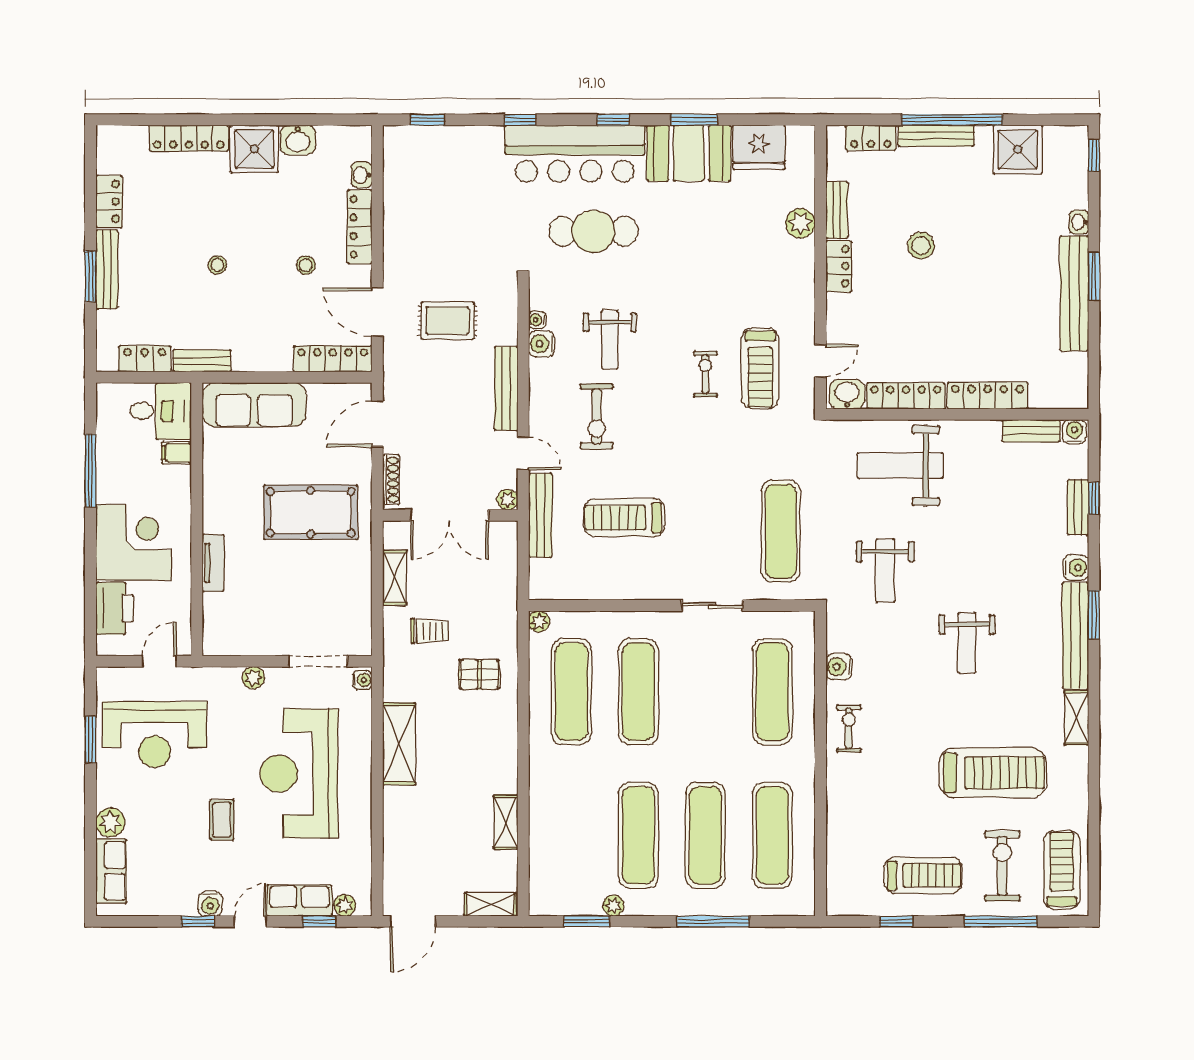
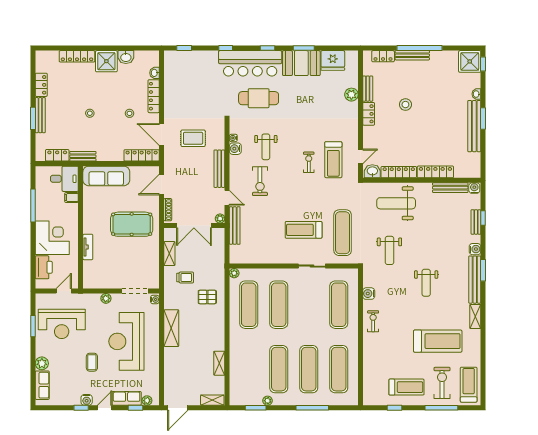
shower: (1018, 150) -> (470, 61), moved
bench: (1031, 431) -> (450, 188), width x1.36
treadmill: (624, 518) -> (304, 230), moved

